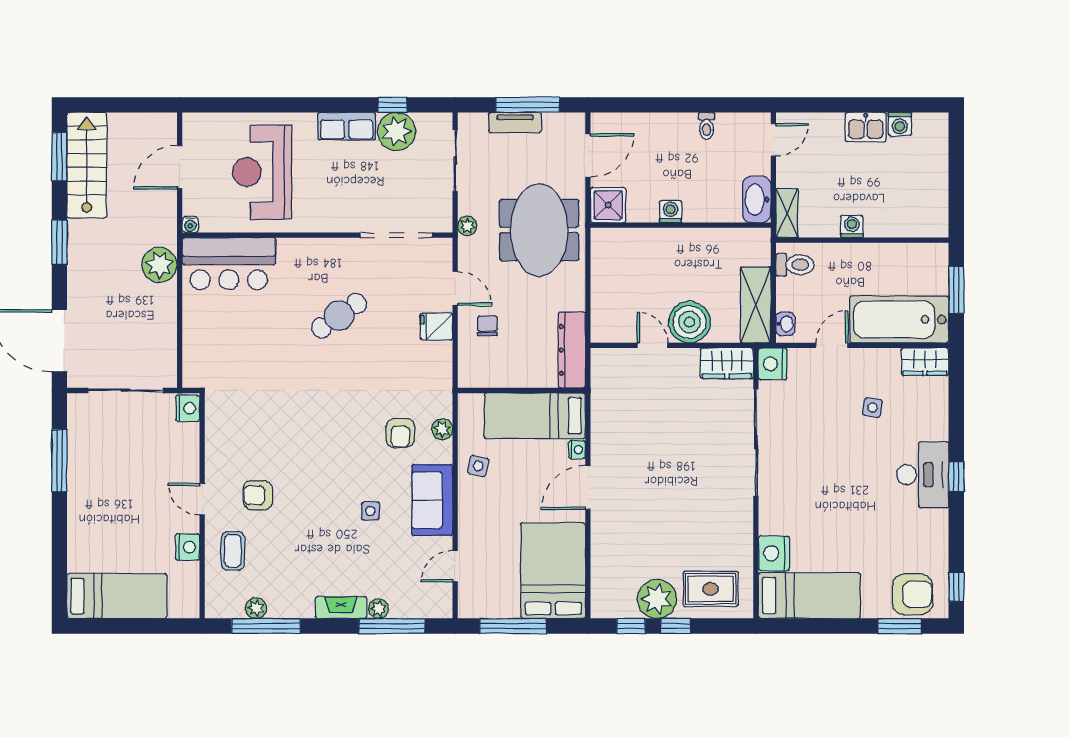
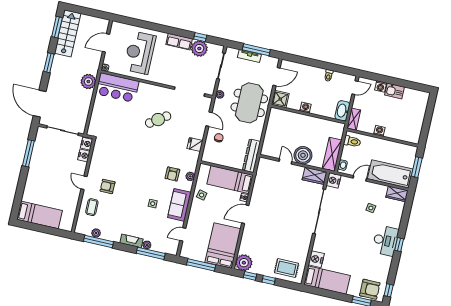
washing machine: (900, 124) -> (381, 86), moved
fridge: (436, 327) -> (195, 145), moved
nightstand: (188, 547) -> (84, 155), moved
plant: (657, 599) -> (244, 263), moved

